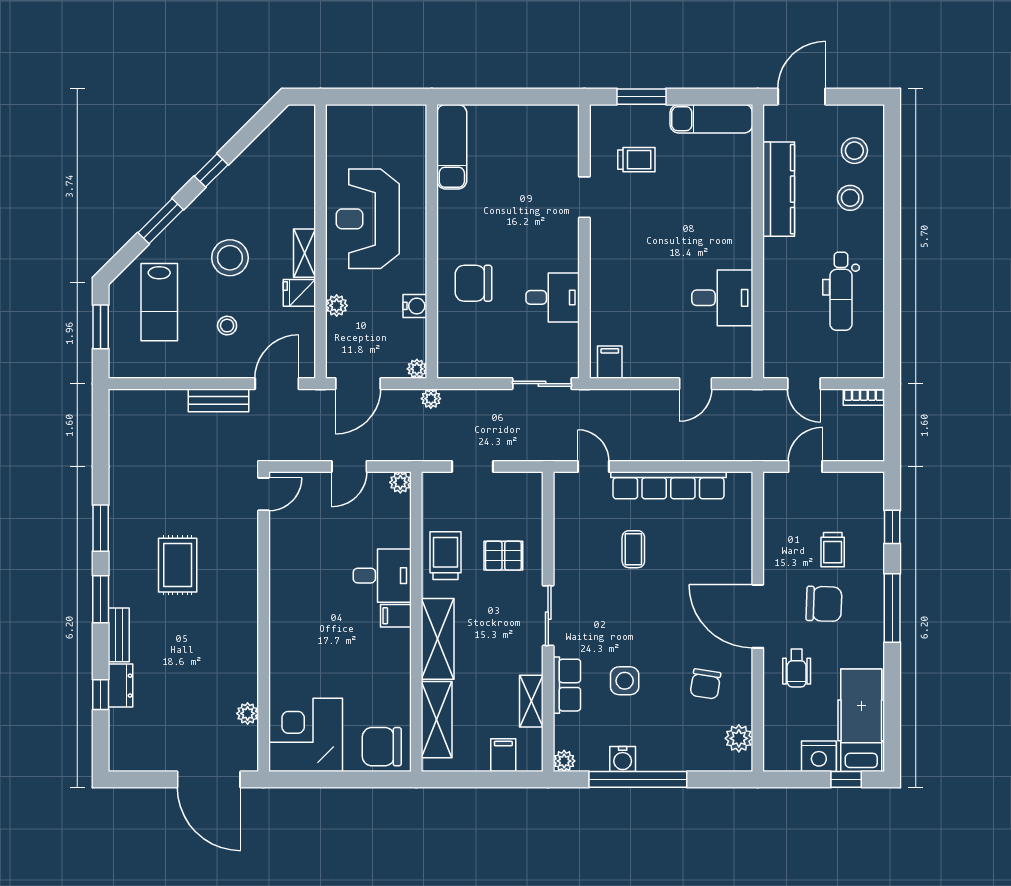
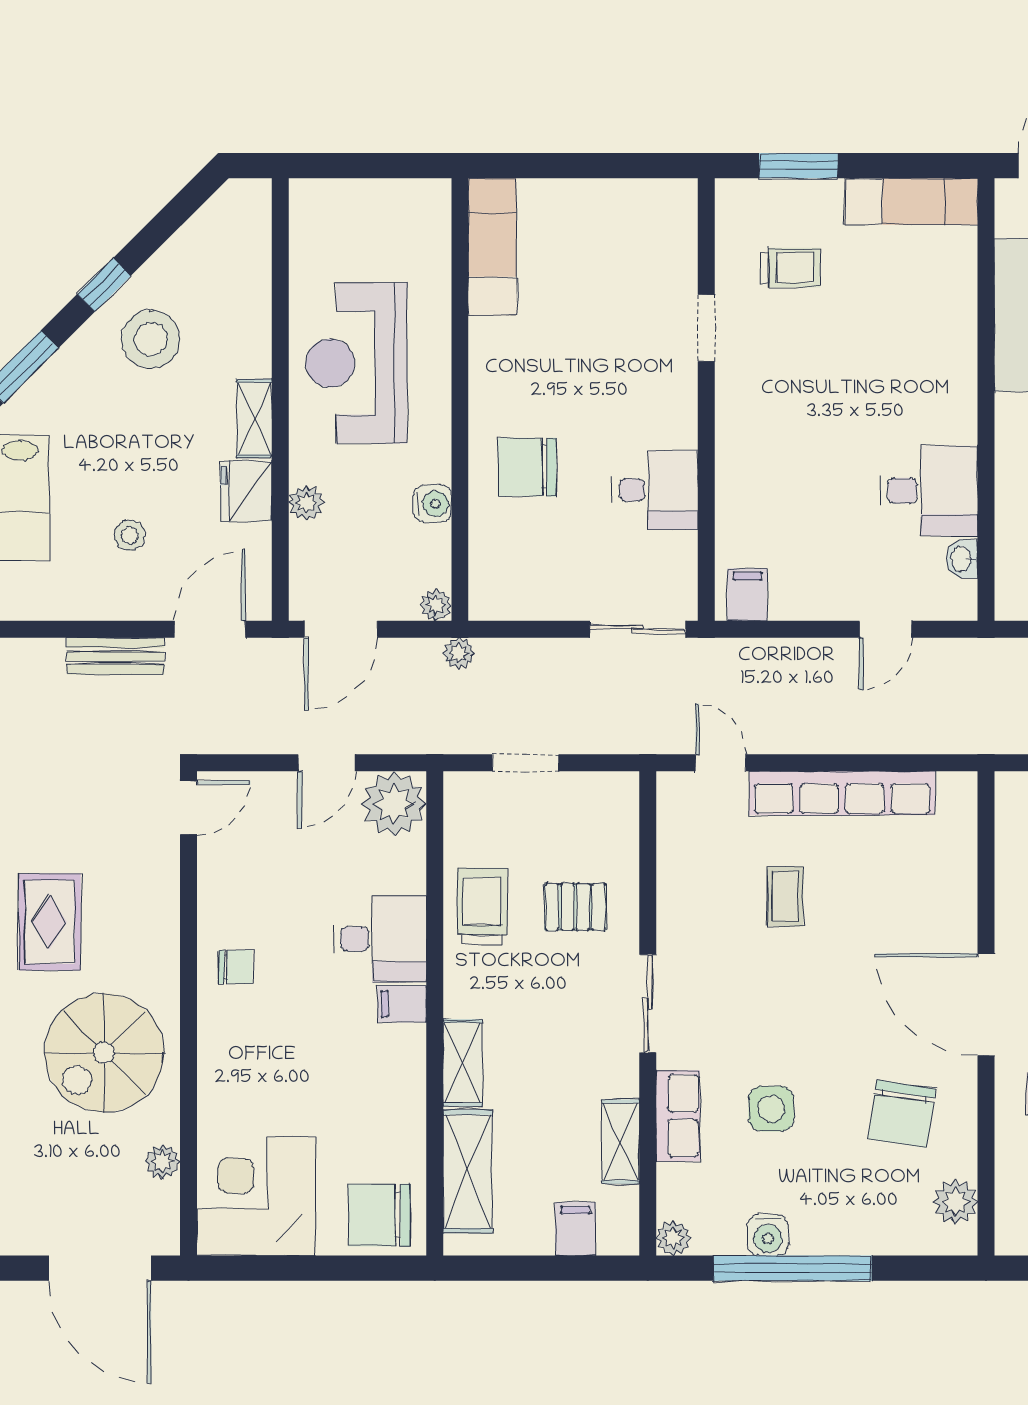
stool: (230, 258) -> (151, 339), moved
fridge: (299, 293) -> (246, 491), width x1.38
washbasin: (743, 340) -> (962, 559), added
plant: (400, 482) -> (394, 804), width x1.87, depth x1.87
chair: (293, 593) -> (236, 967), added
shelving: (438, 639) -> (463, 1063), width x0.67, depth x0.75
spiral stairs: (211, 646) -> (104, 1053), added
chair: (705, 684) -> (902, 1114), width x1.37, depth x1.37

